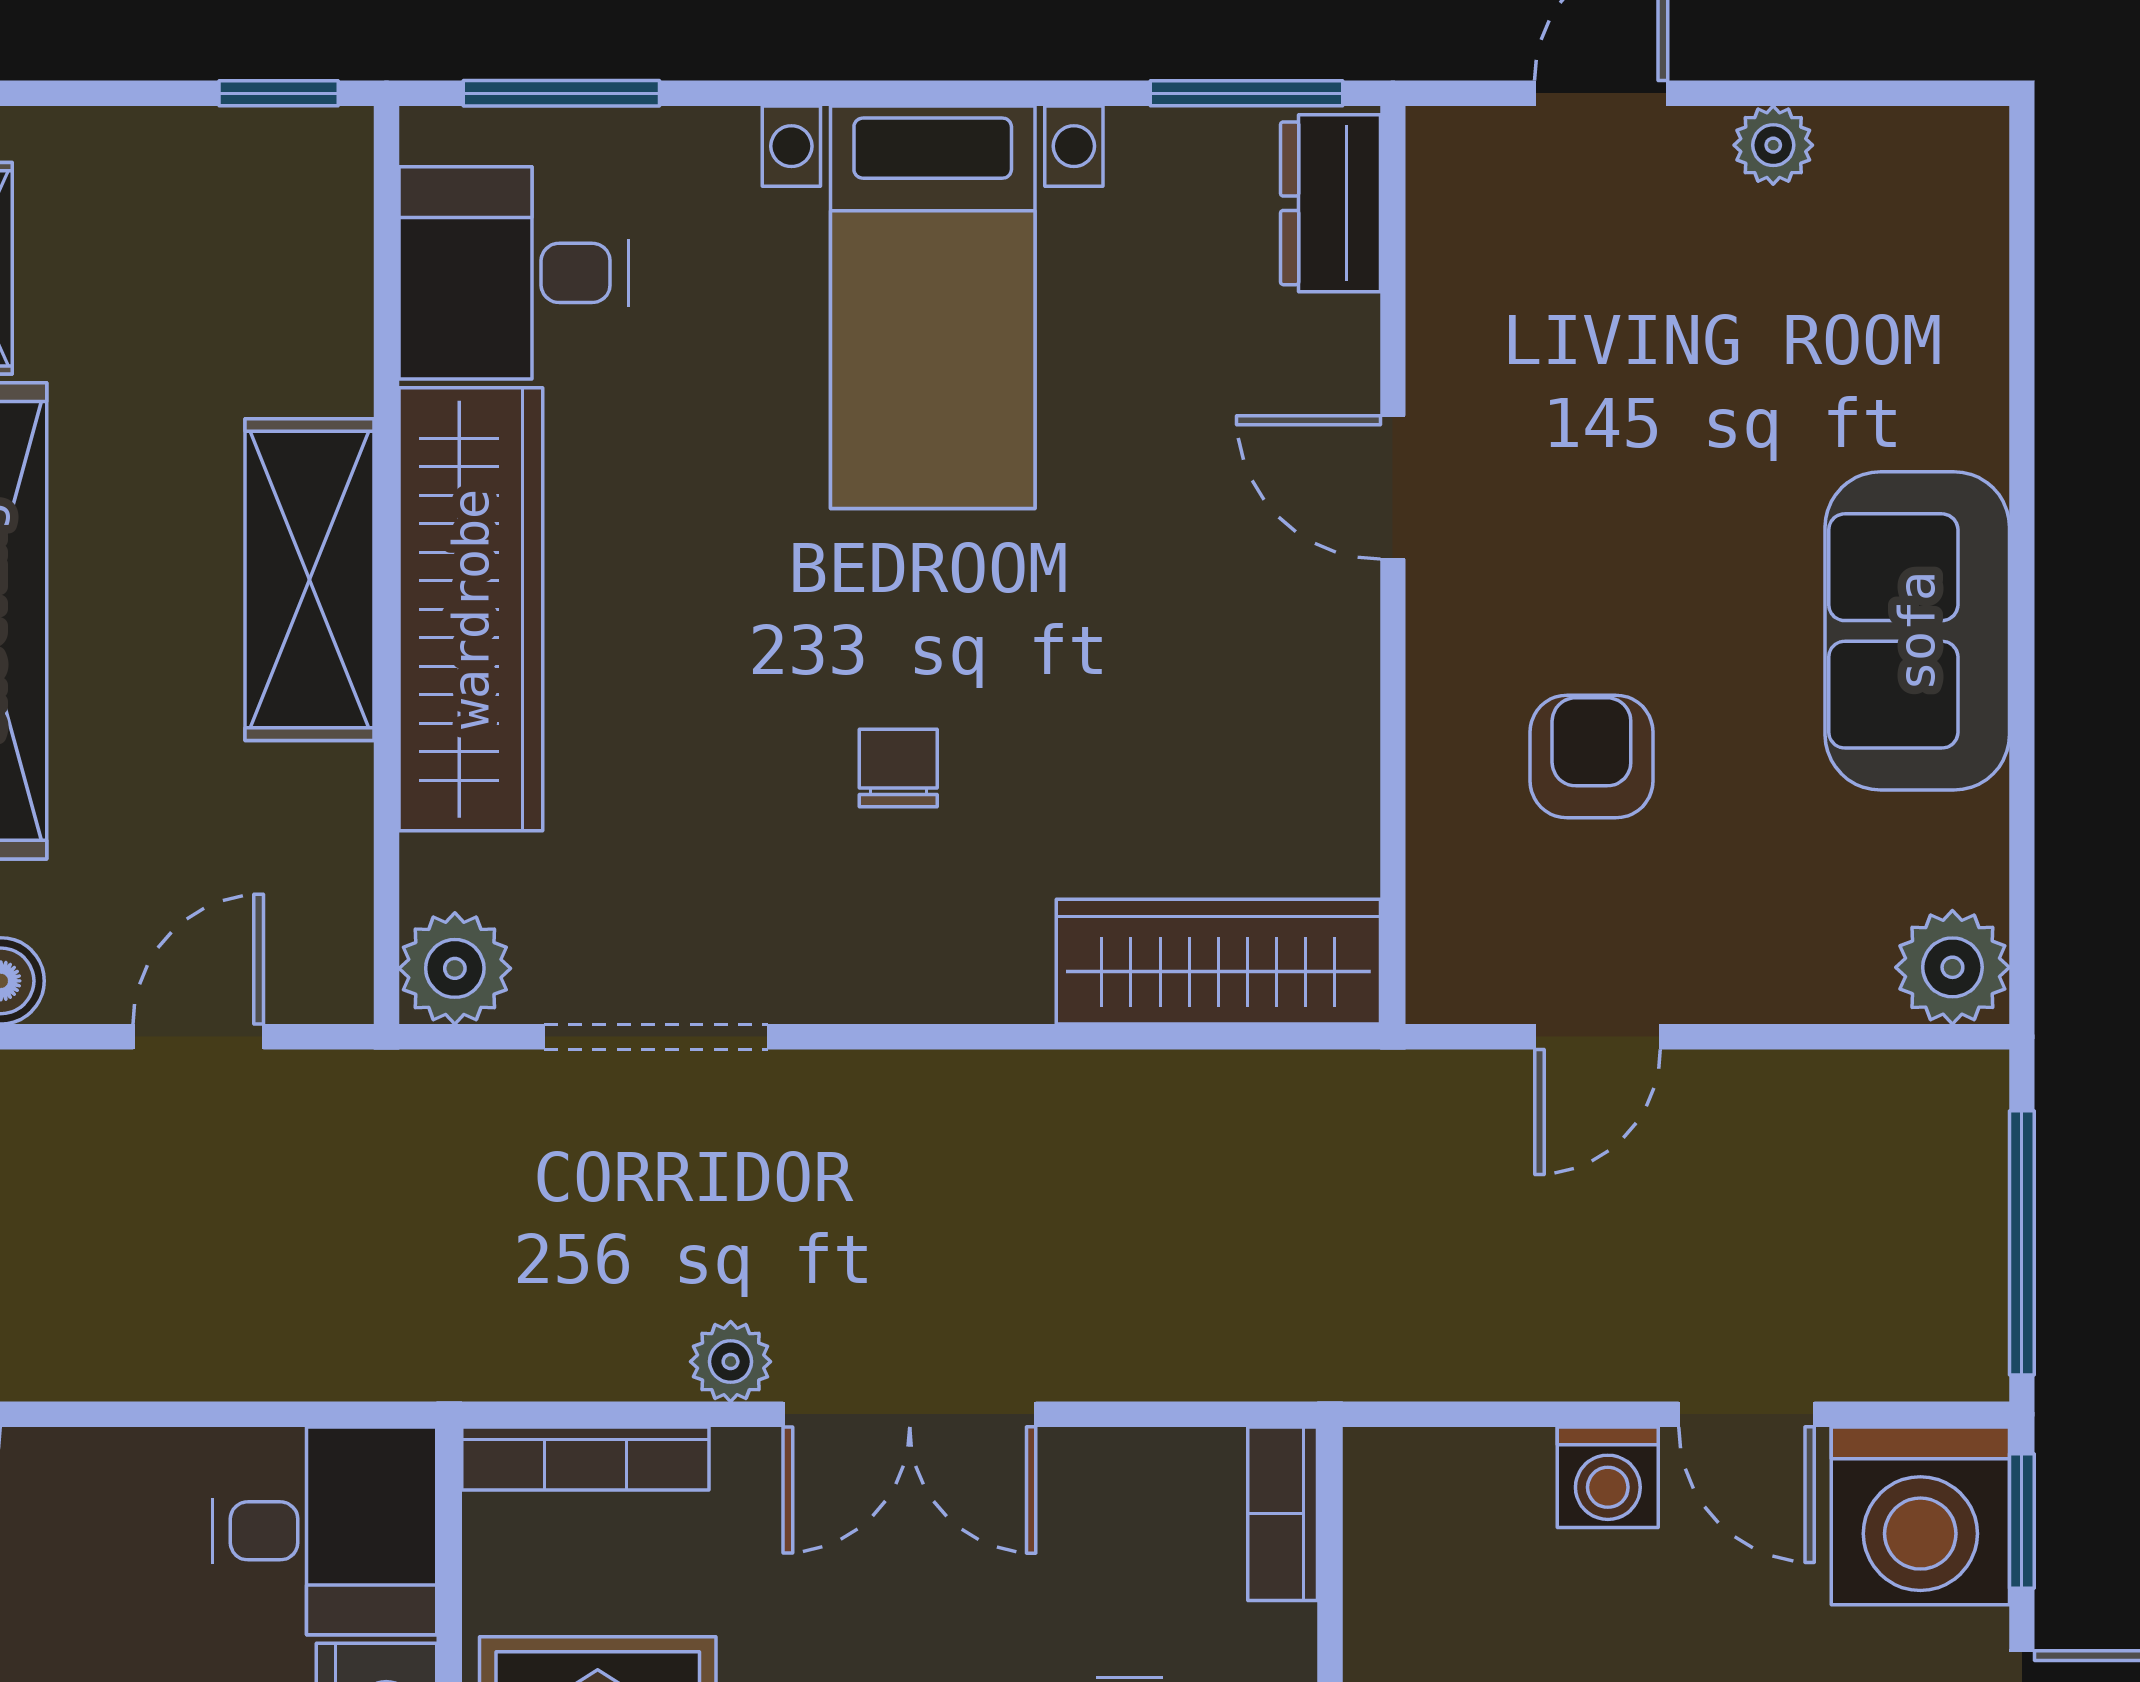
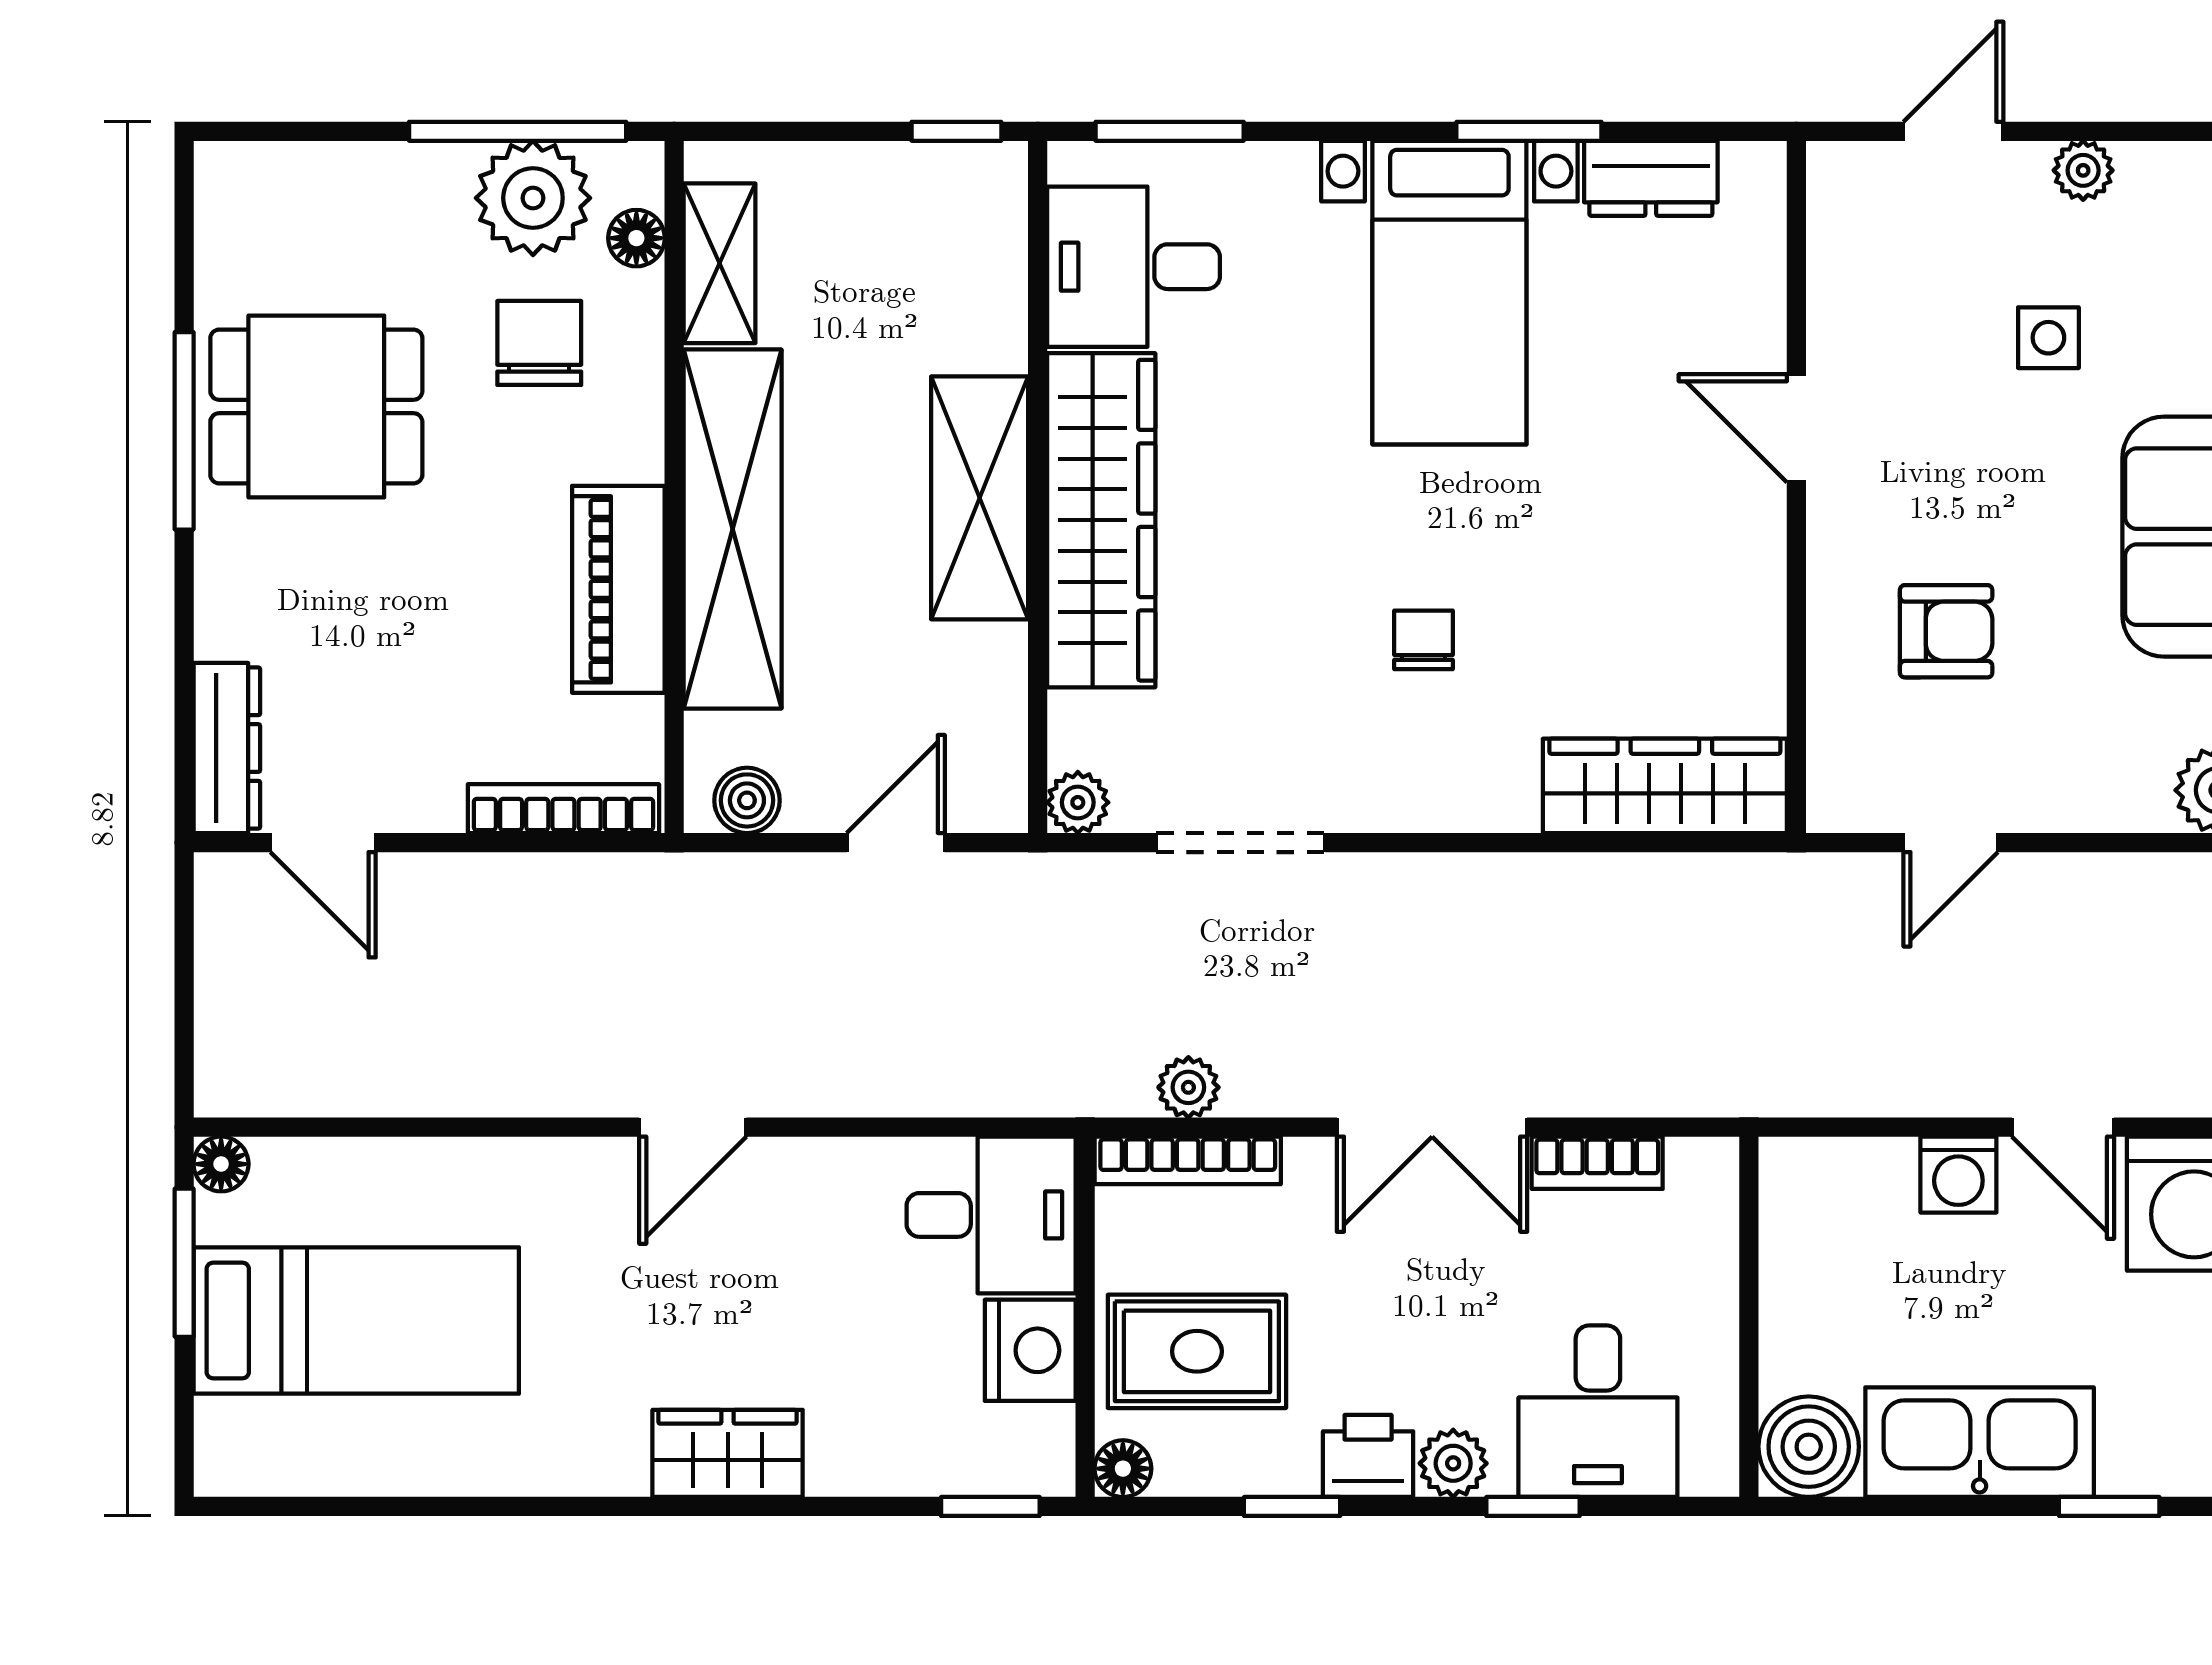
window: (1247, 93) -> (1529, 131), moved
dresser: (1330, 203) -> (1651, 178), moved, turned -90
side table: (1727, 367) -> (2048, 338), added
armchair: (1591, 757) -> (1946, 631), turned 90
plant: (455, 968) -> (1078, 802), width x0.73, depth x0.73
plant: (731, 1362) -> (1188, 1087), moved
bookcase: (1283, 1514) -> (1597, 1163), moved, turned -90

